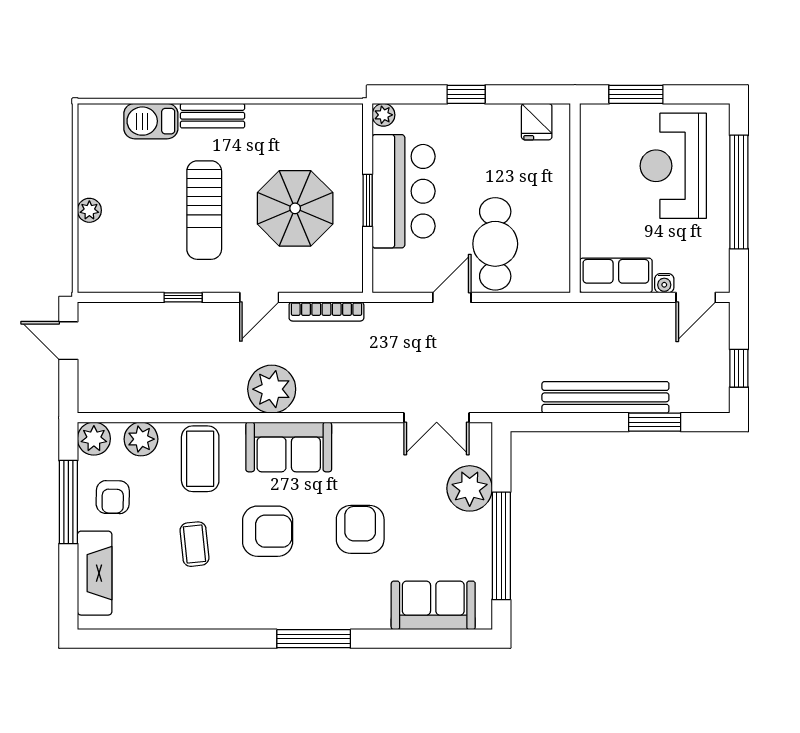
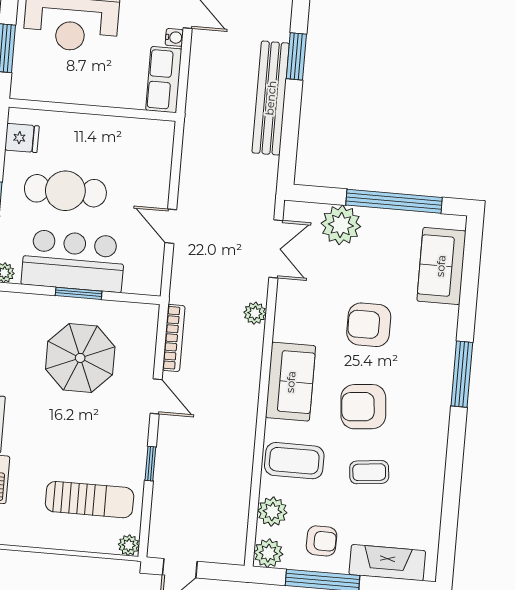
plant: (89, 210) -> (129, 545), moved
sun lounger: (204, 210) -> (90, 500), moved
cafe table: (495, 244) -> (65, 191), moved
plant: (272, 389) -> (255, 313), moved, width x0.53, depth x0.53
armchair: (268, 531) -> (363, 407), turned -95

